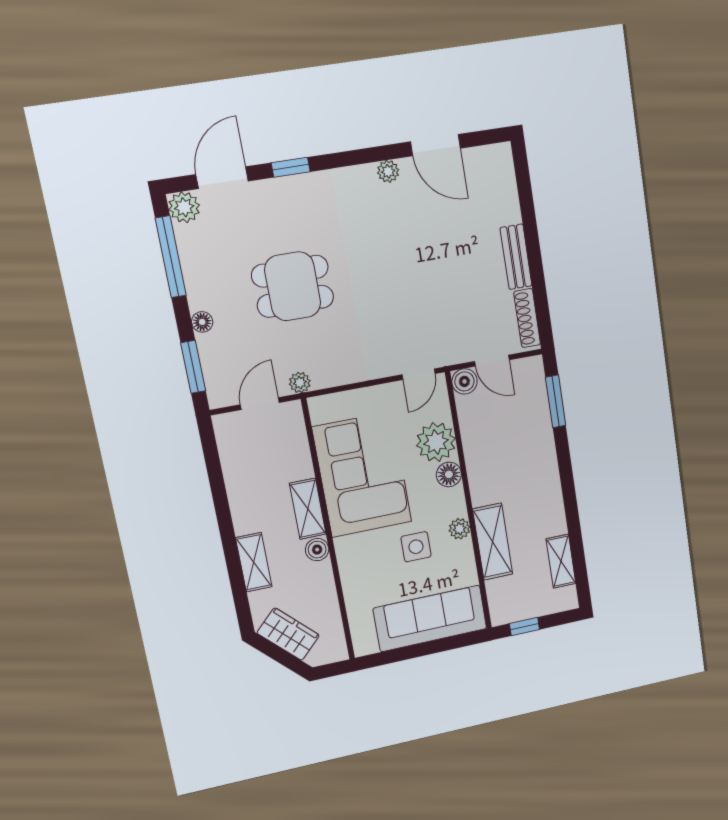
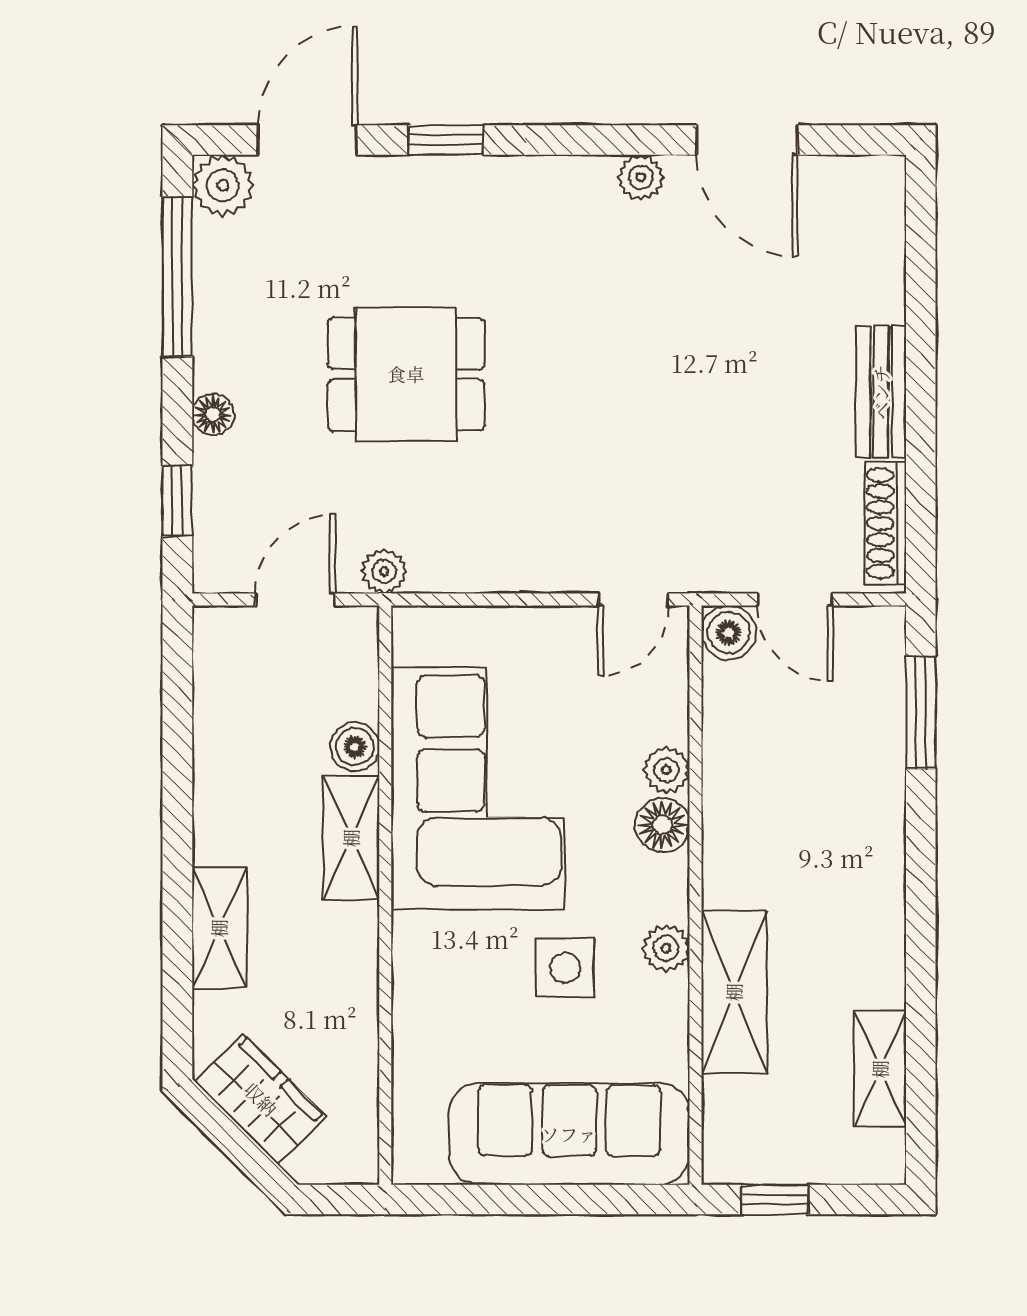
window: (193, 367) -> (177, 501), width x0.67
plant: (436, 442) -> (666, 770), width x0.53, depth x0.53
boiler: (317, 550) -> (355, 747), moved

